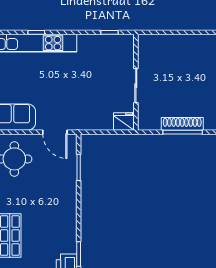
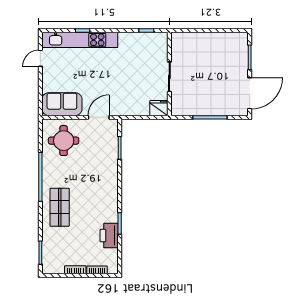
shoe rack: (182, 124) -> (210, 110), removed
door: (55, 132) -> (99, 117), swing flipped

